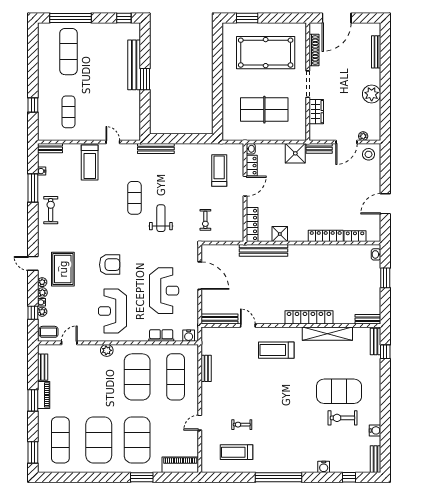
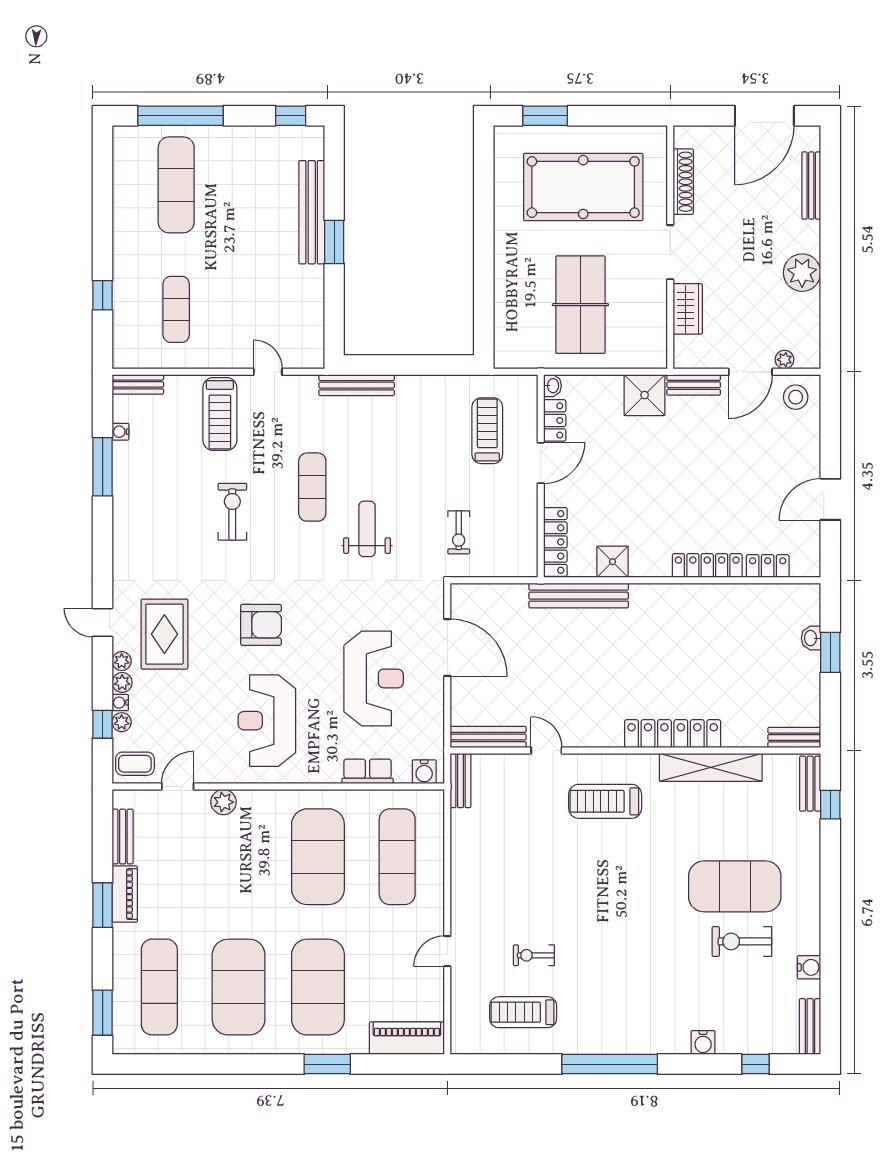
door: (337, 18) -> (764, 116), moved
table tennis table: (264, 110) -> (580, 305), turned 90
exercise bike: (51, 210) -> (232, 512), moved
washbasin: (376, 254) -> (811, 638), moved
plant: (107, 350) -> (223, 802), moved
bench: (206, 368) -> (461, 781), moved

